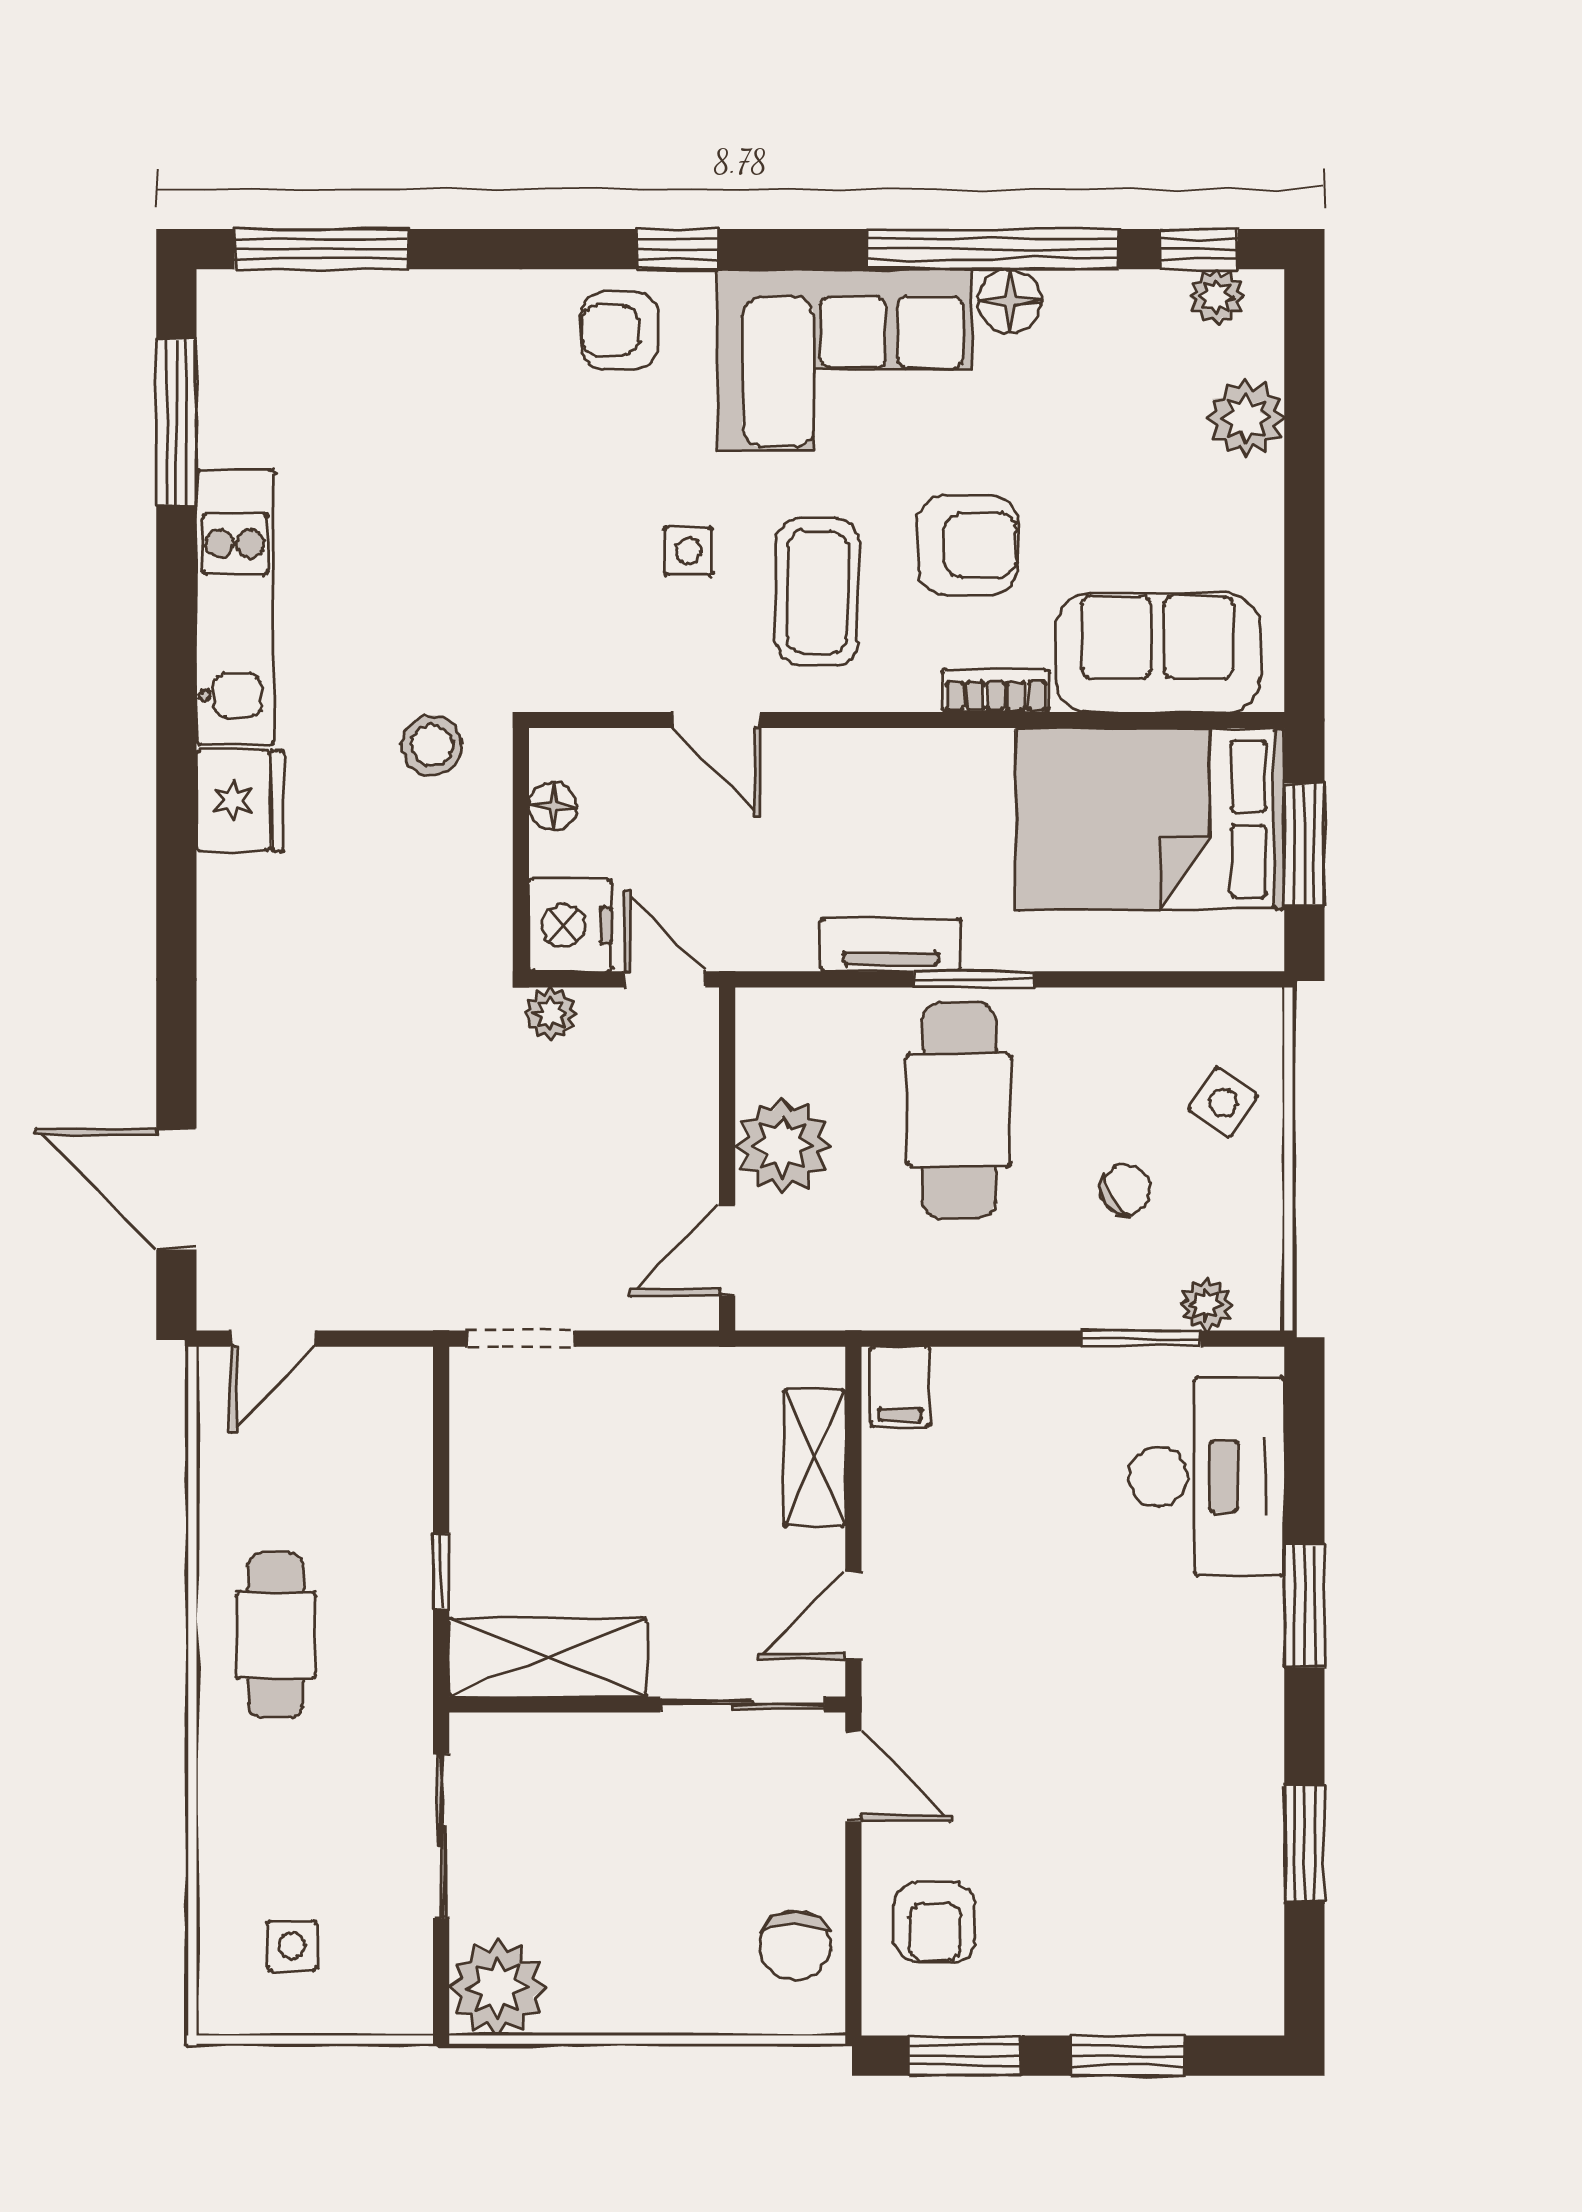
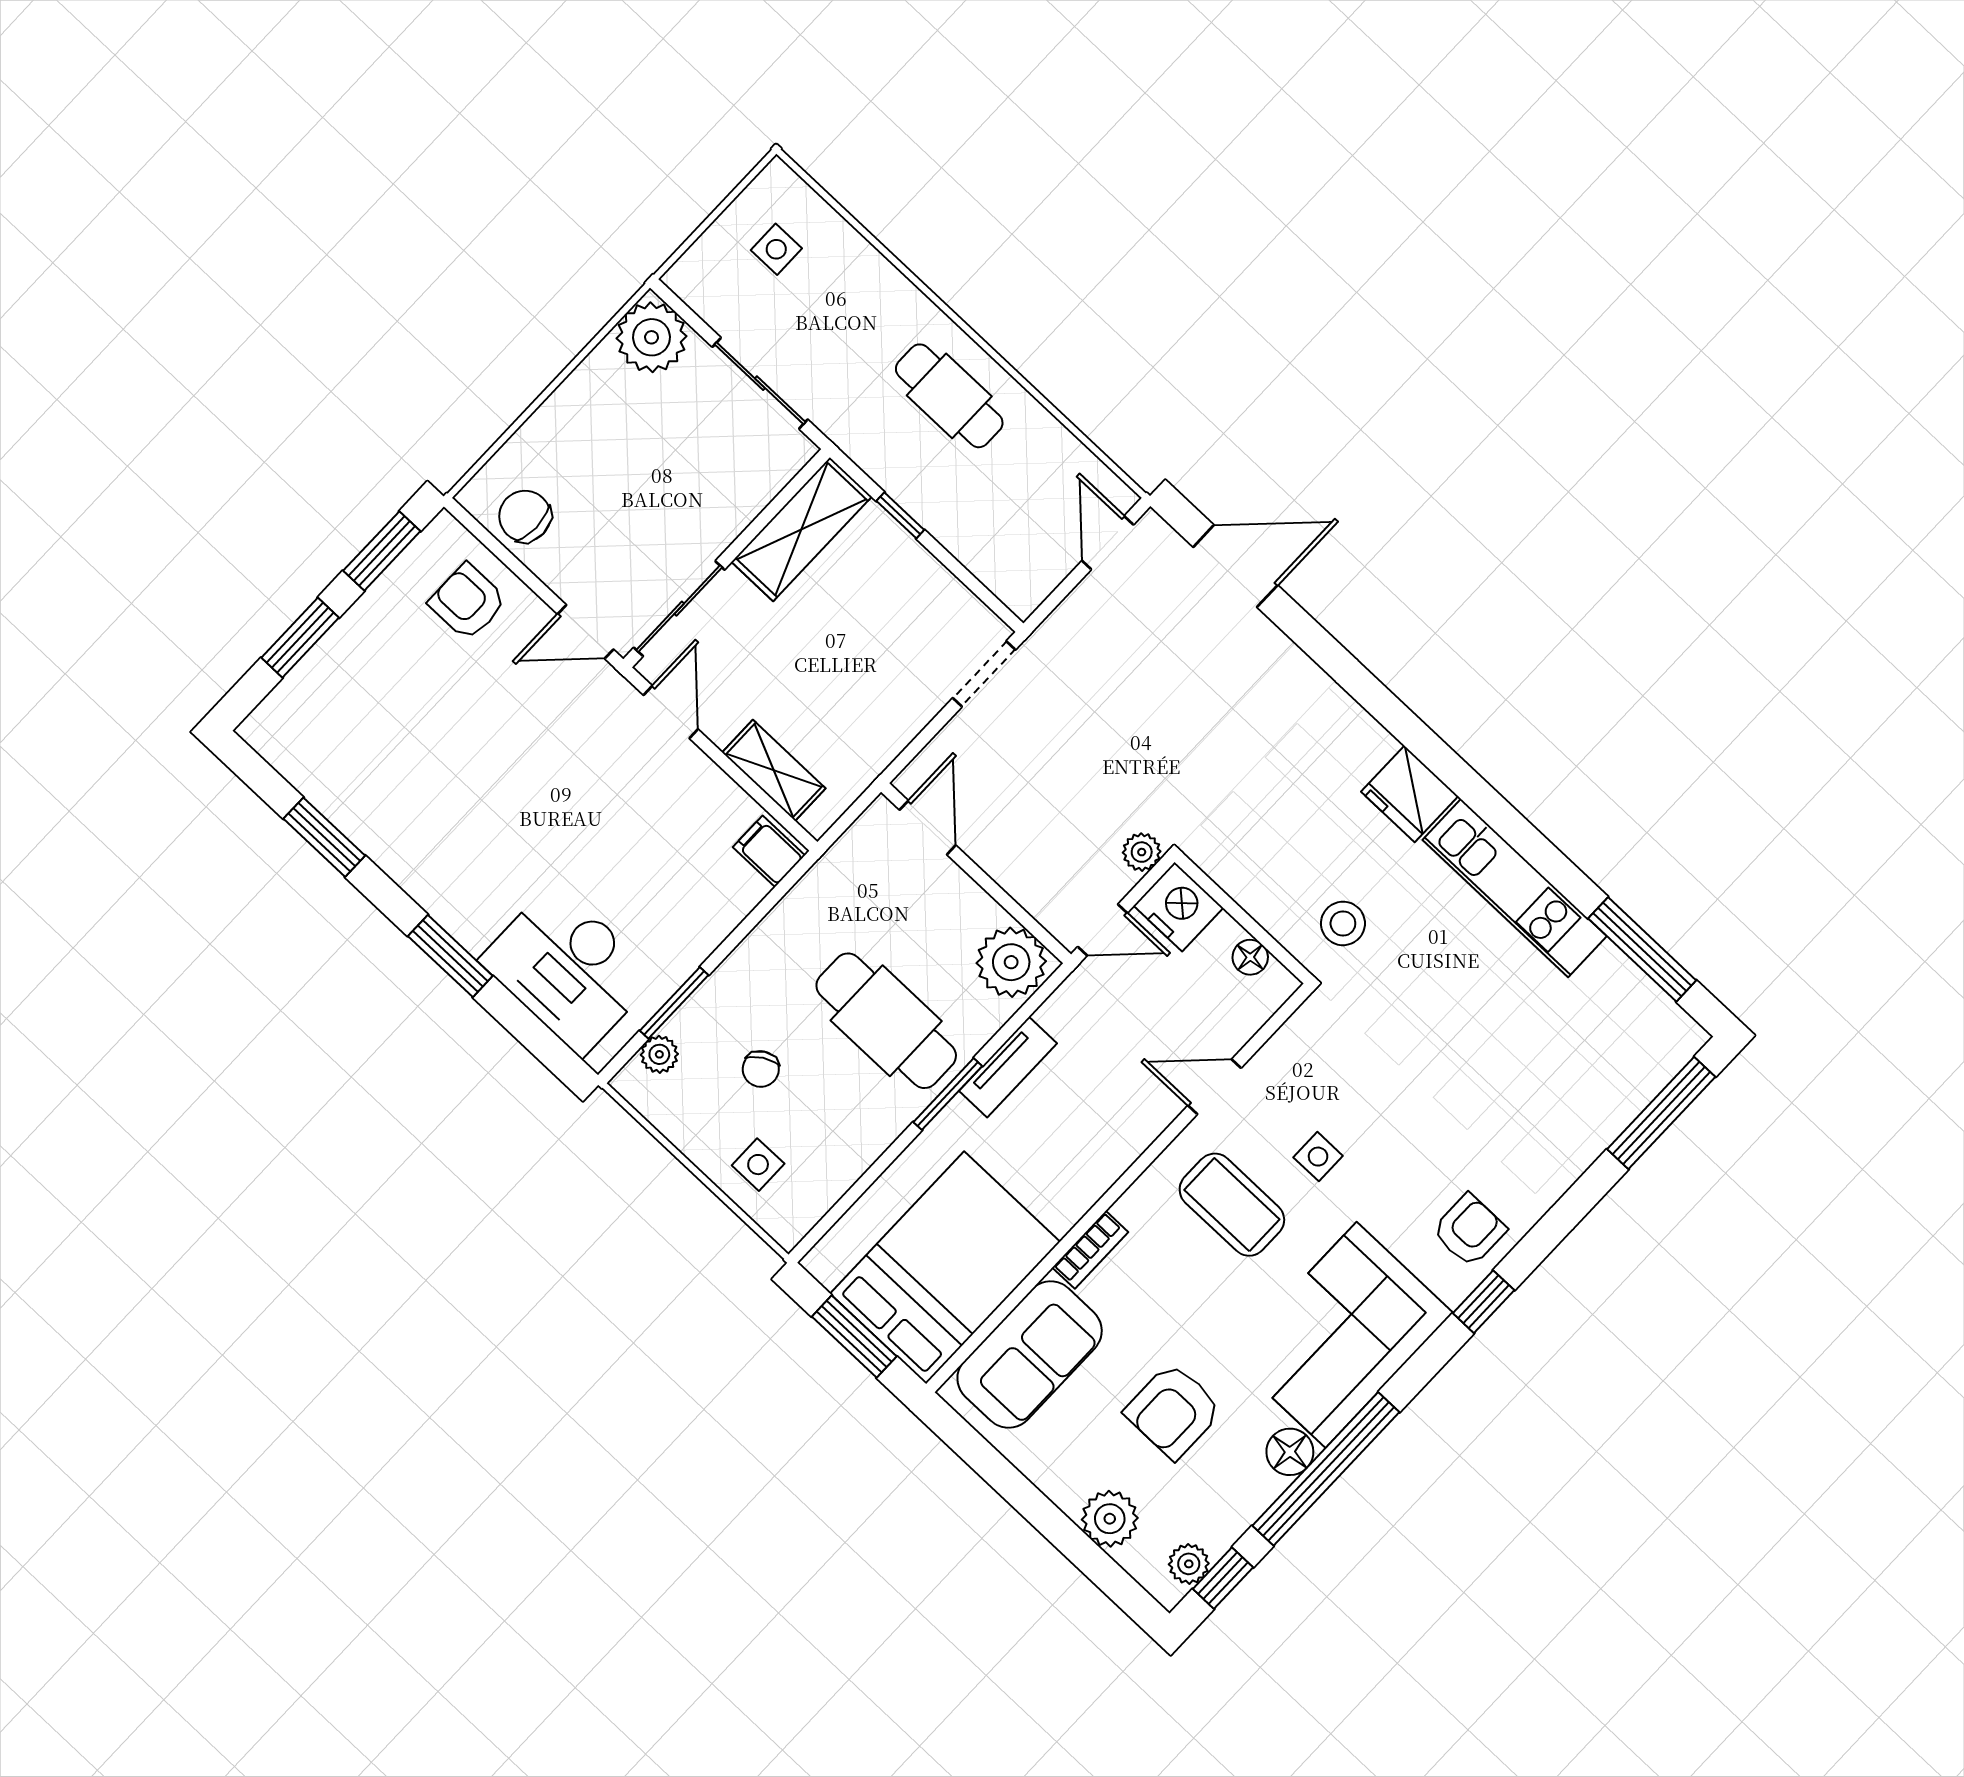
armchair: (968, 545) -> (1173, 1411), moved
side table: (1223, 1103) -> (758, 1165), turned -34
plant: (783, 1146) -> (1011, 962), moved

